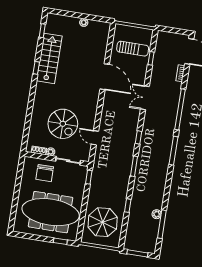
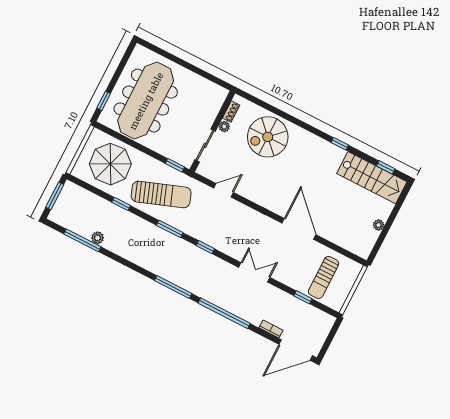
stairs: (49, 58) -> (372, 178), moved
door: (105, 77) -> (299, 229), swing flipped
spiral stairs: (63, 124) -> (268, 137), moved
chair: (45, 173) -> (199, 110), removed
sun lounger: (112, 180) -> (161, 195), added

